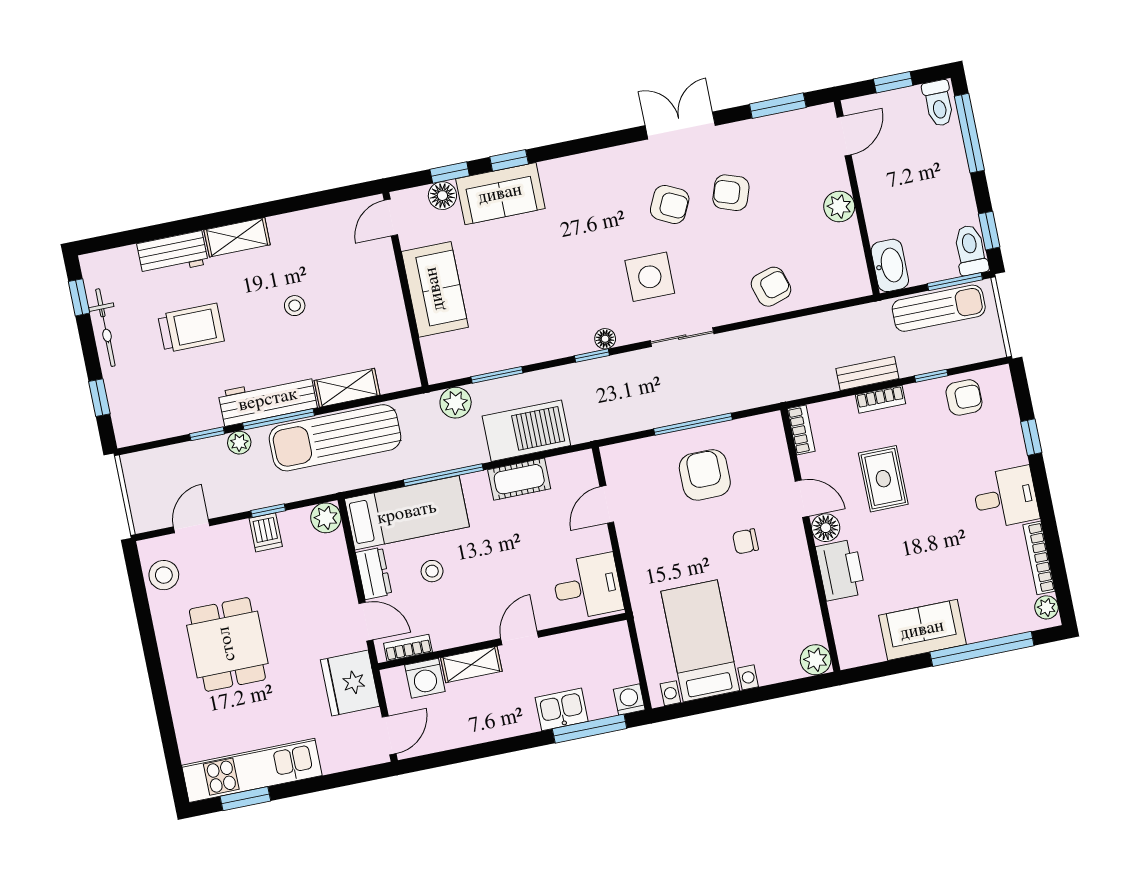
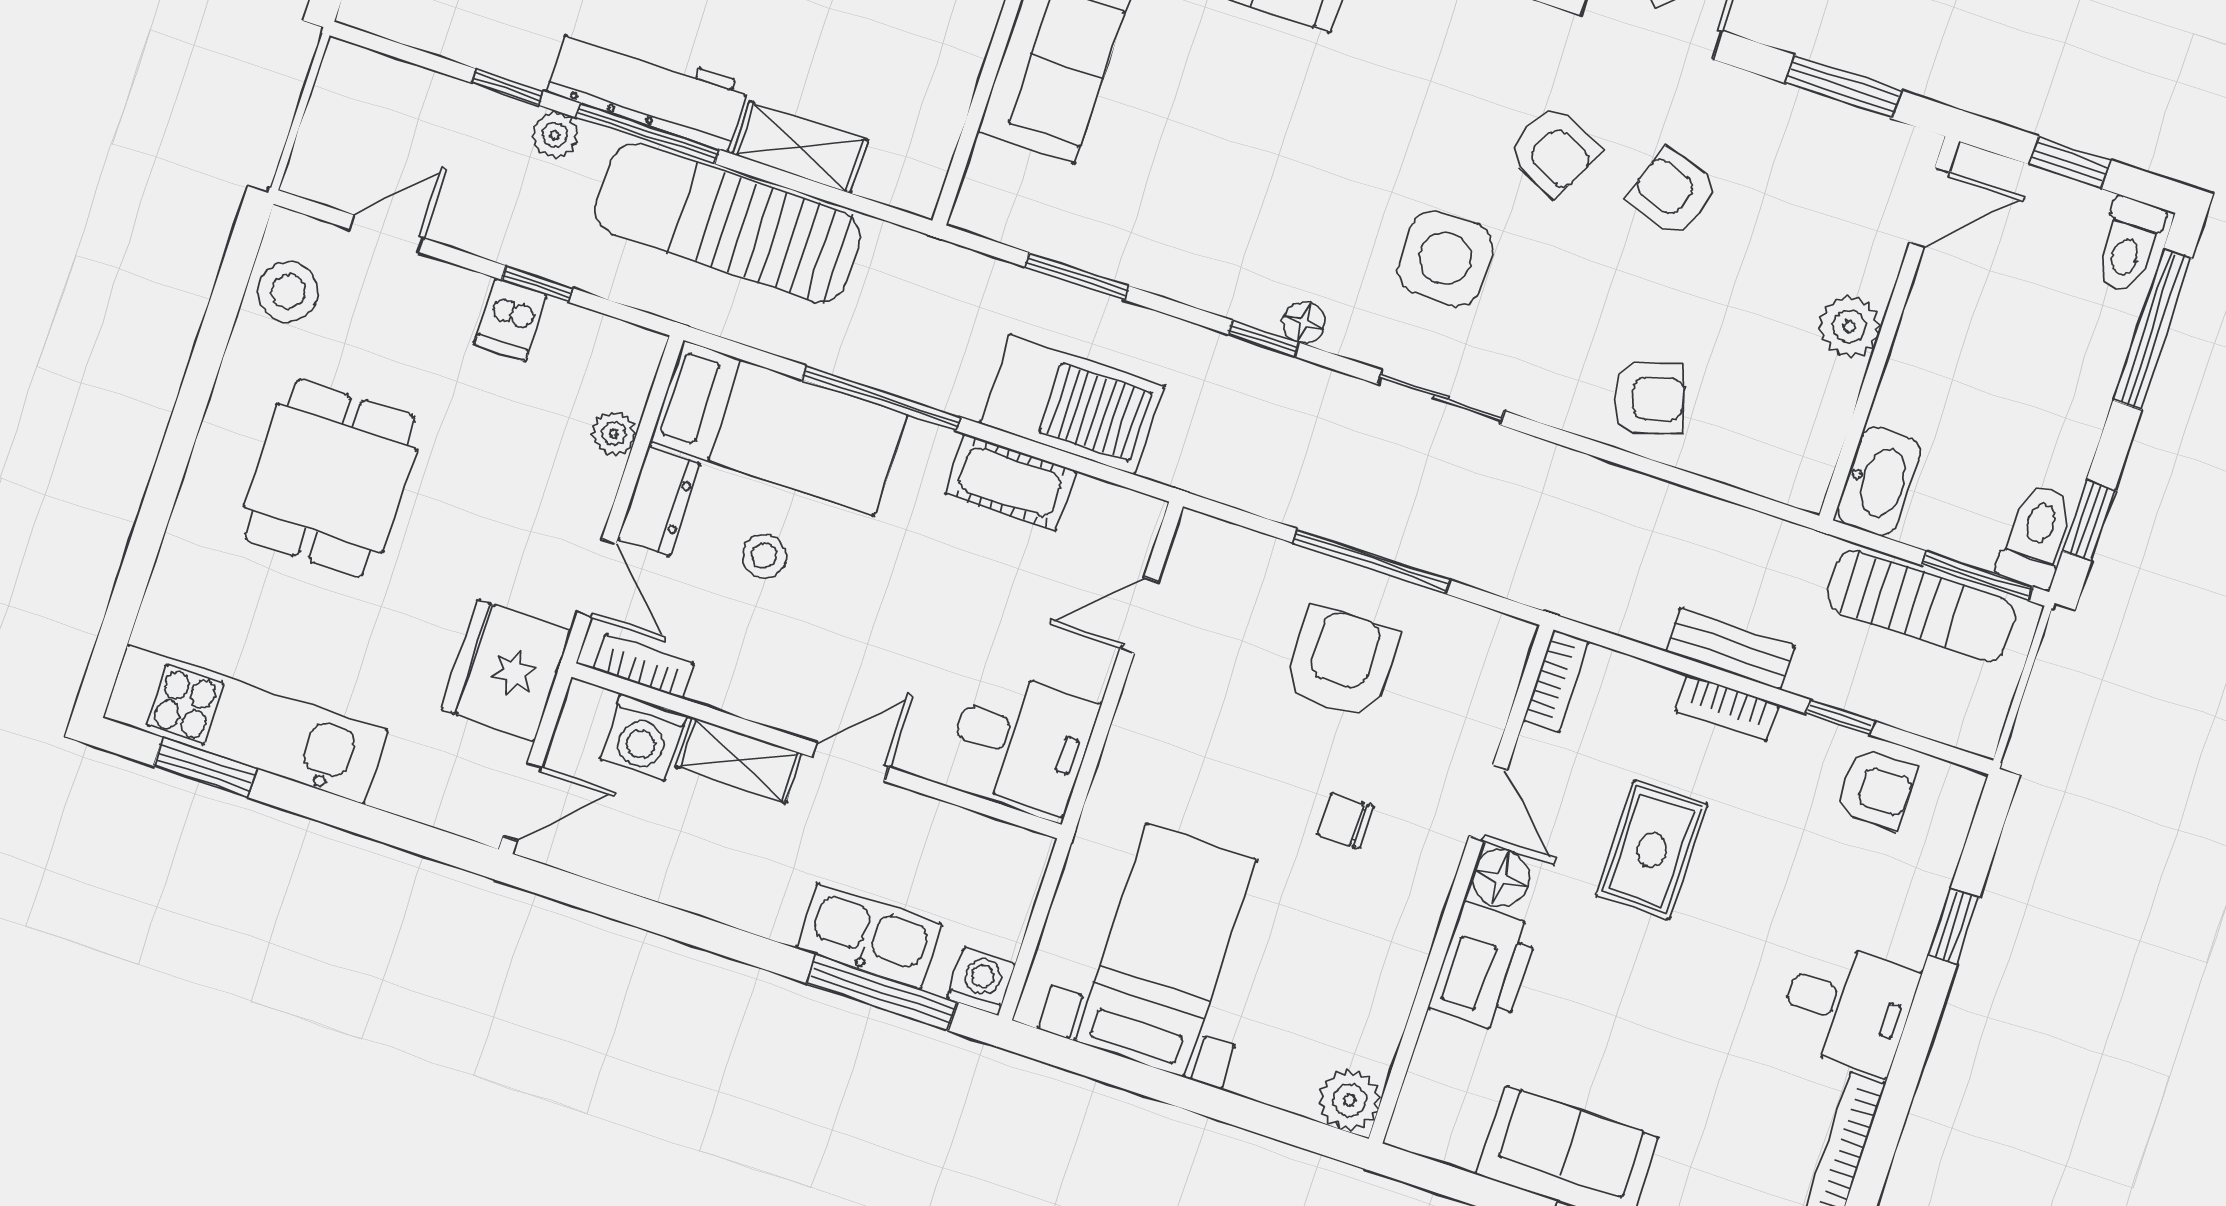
plant: (456, 403) -> (976, 283), removed
plant: (326, 518) -> (614, 434), moved, width x0.73, depth x0.73
kitchen sink: (562, 709) -> (869, 936), width x1.38

